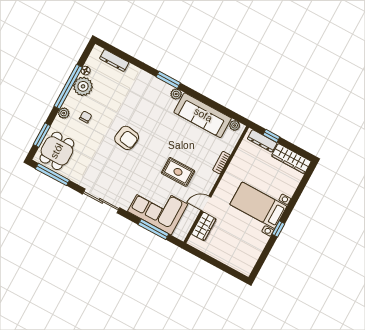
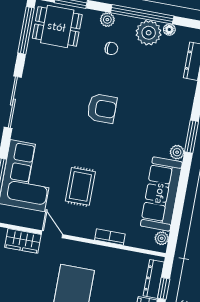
armchair: (127, 138) -> (102, 108), turned -99

